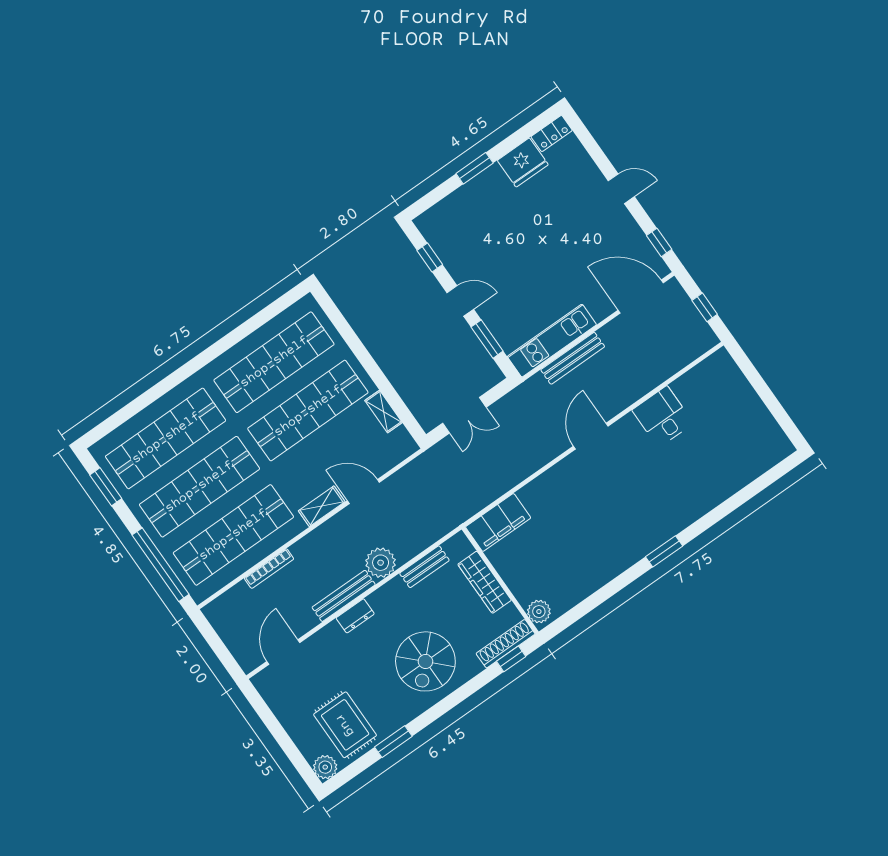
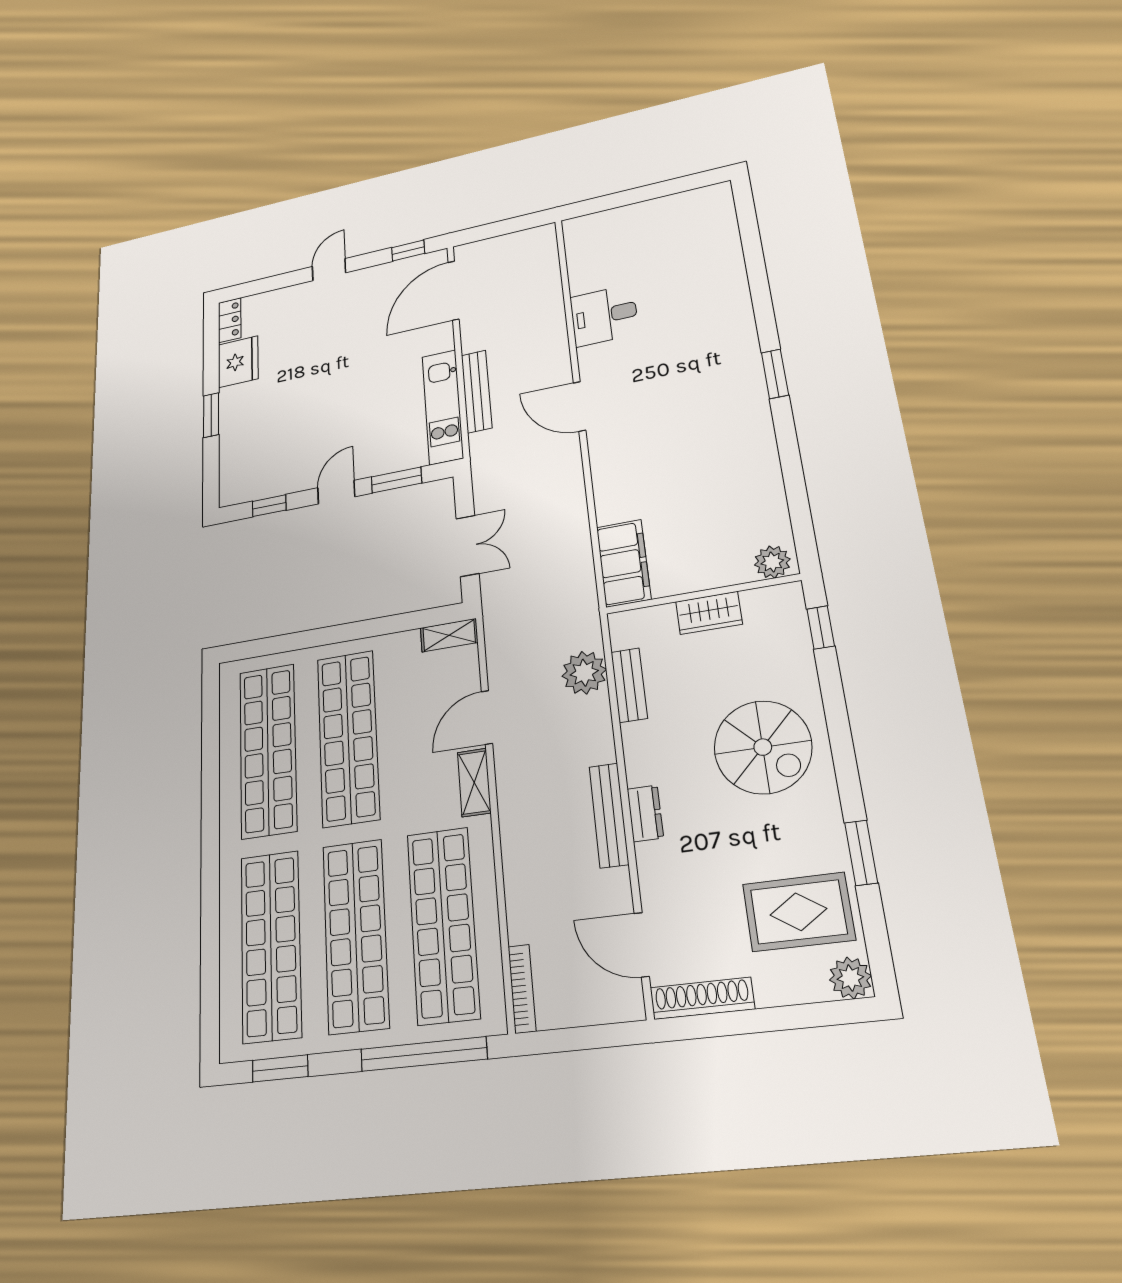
window: (705, 307) -> (507, 227), removed
shelving: (384, 412) -> (449, 635), moved
plant: (381, 563) -> (584, 673), moved
bookcase: (269, 569) -> (522, 989), moved
wardrobe: (485, 582) -> (709, 613), width x0.67
shoe rack: (506, 644) -> (702, 998), moved, turned 90

